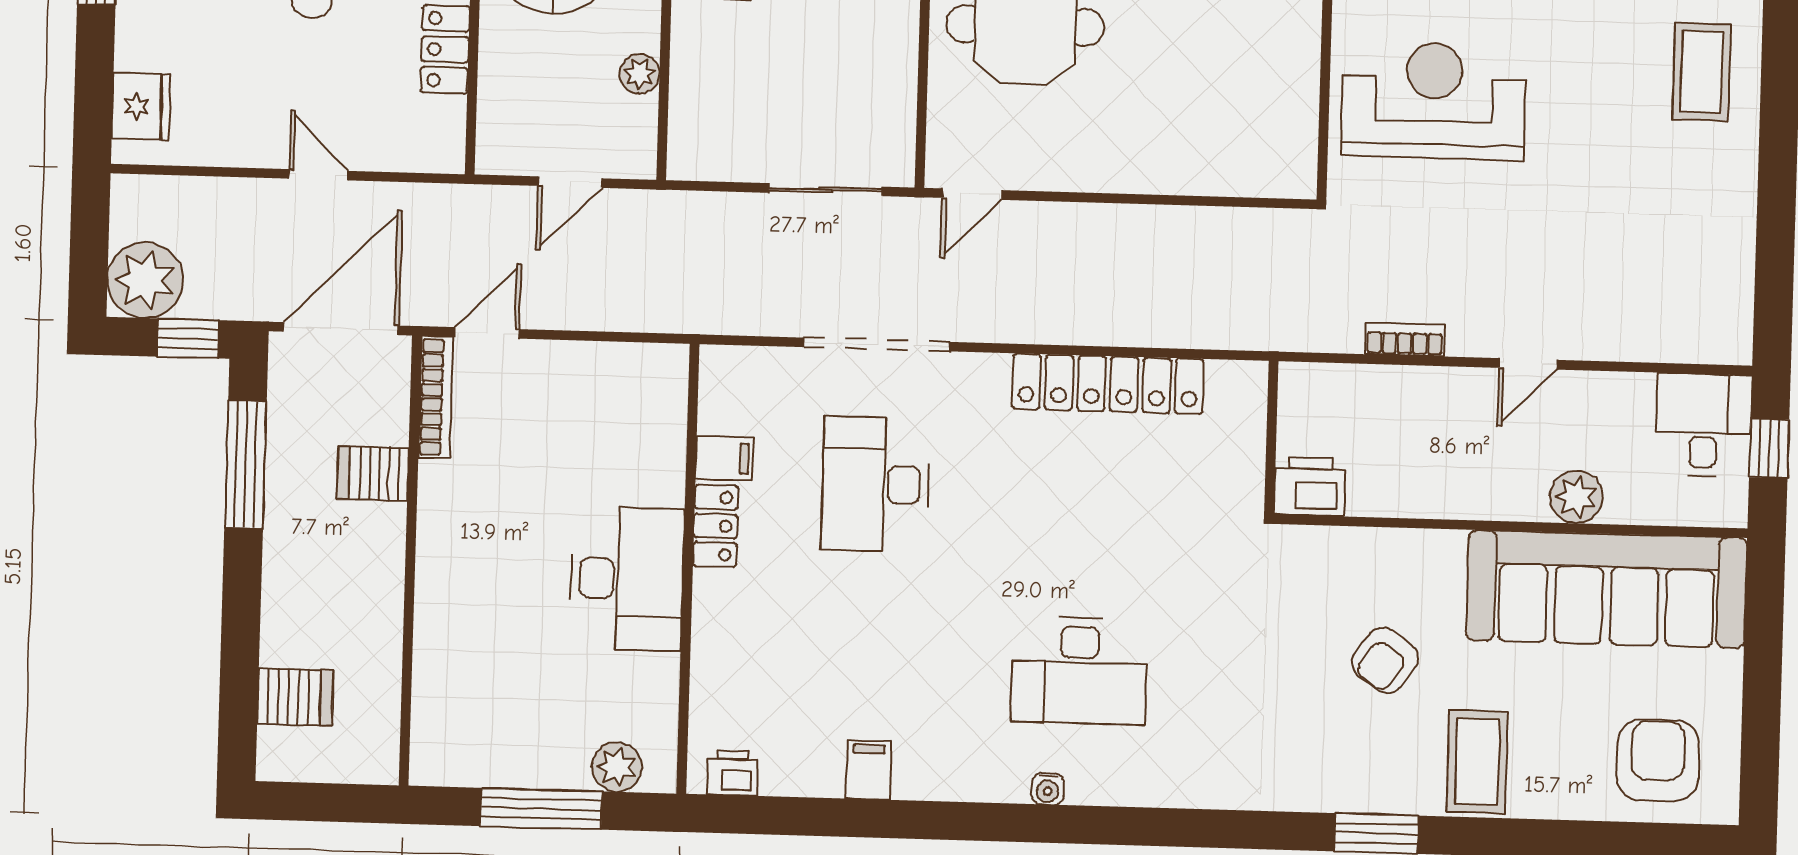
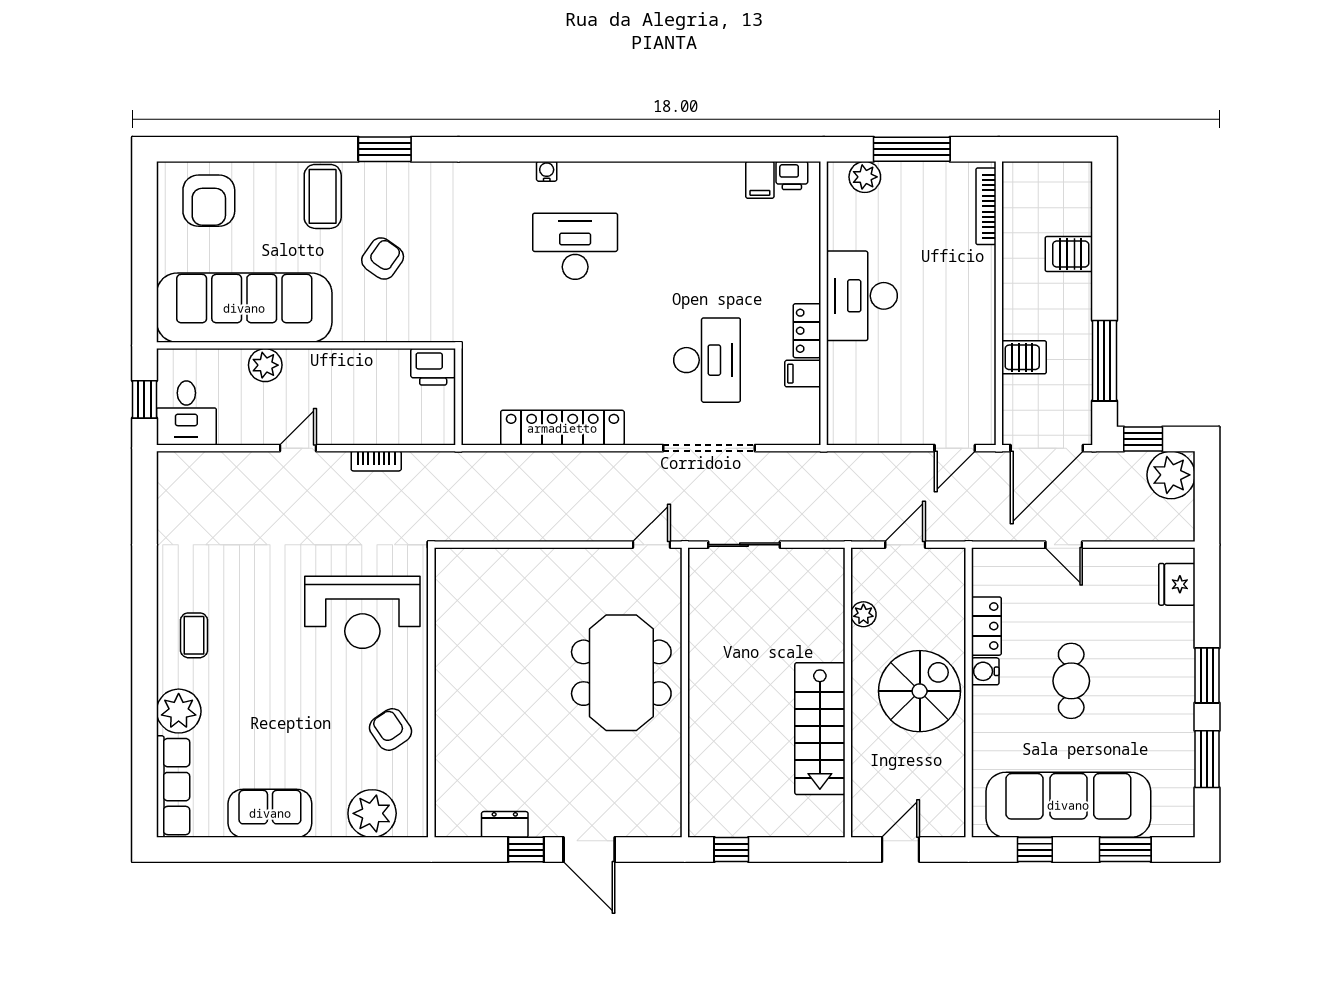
coffee table: (1702, 72) -> (194, 635), width x0.73, depth x0.77
bookcase: (436, 397) -> (986, 206), moved
server rack: (295, 697) -> (1069, 254), moved
filing cabinet: (869, 770) -> (760, 180), moved
water cooler: (1048, 789) -> (547, 171), moved

